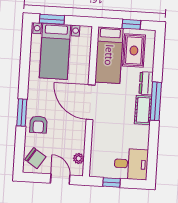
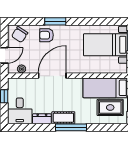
dresser: (146, 83) -> (42, 119), moved
door: (91, 102) -> (52, 76), moved

